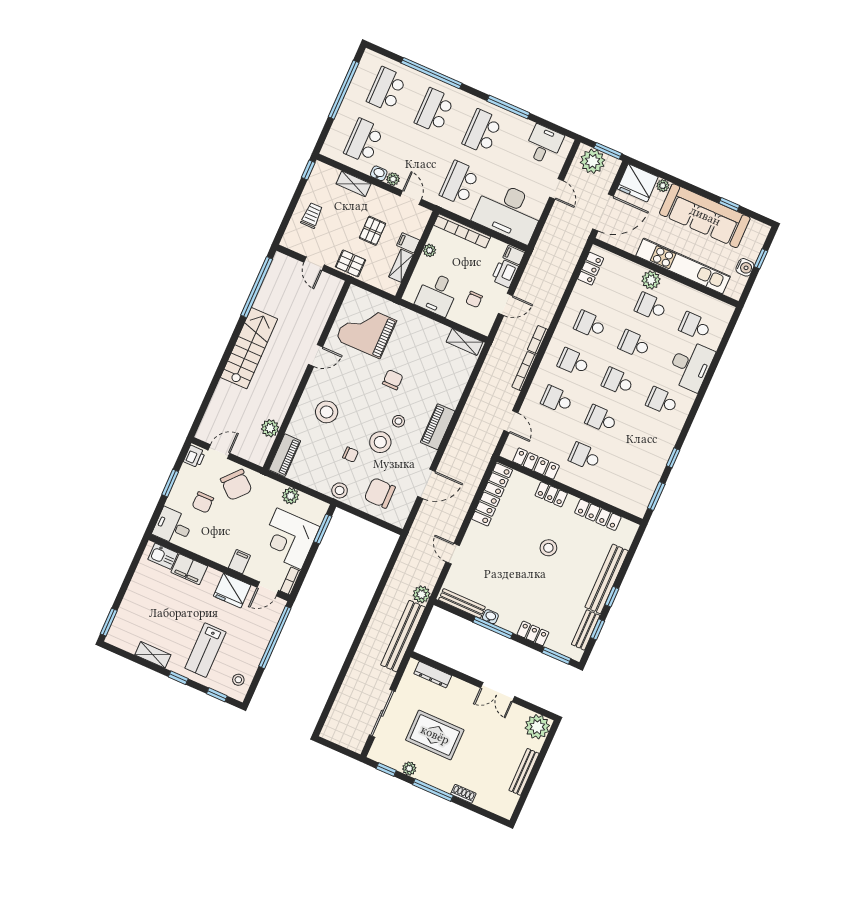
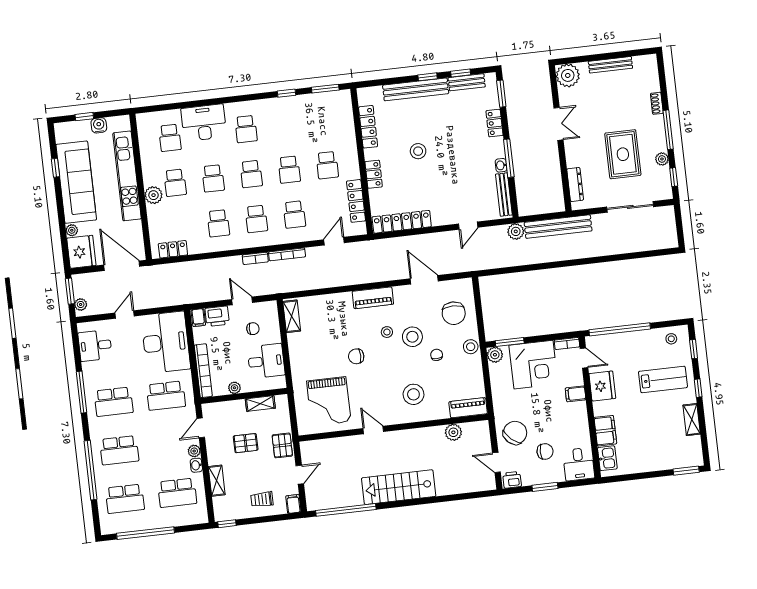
plant: (593, 161) -> (81, 304), width x0.53, depth x0.53
filing cabinet: (408, 243) -> (293, 504), moved, turned 180
plant: (291, 496) -> (495, 355), moved

